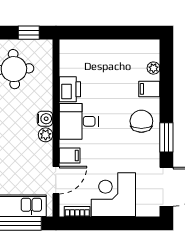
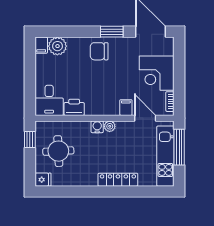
plant: (153, 68) -> (57, 46), width x1.87, depth x1.87
filing cabinet: (149, 89) -> (41, 45), moved
desk: (79, 121) -> (49, 100), moved

